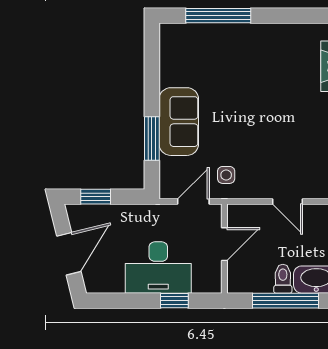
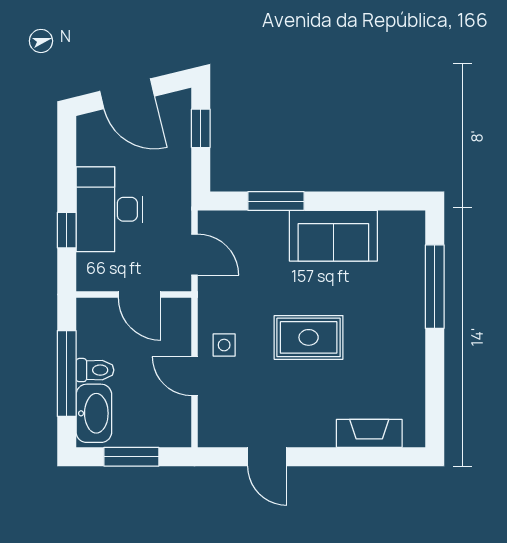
rug: (258, 113) -> (309, 337), added
sofa: (179, 122) -> (333, 236), moved
side table: (226, 175) -> (224, 345), moved
door: (288, 202) -> (195, 376), hinge flipped

